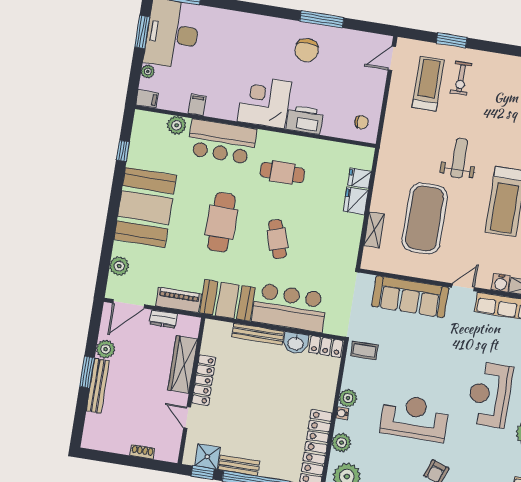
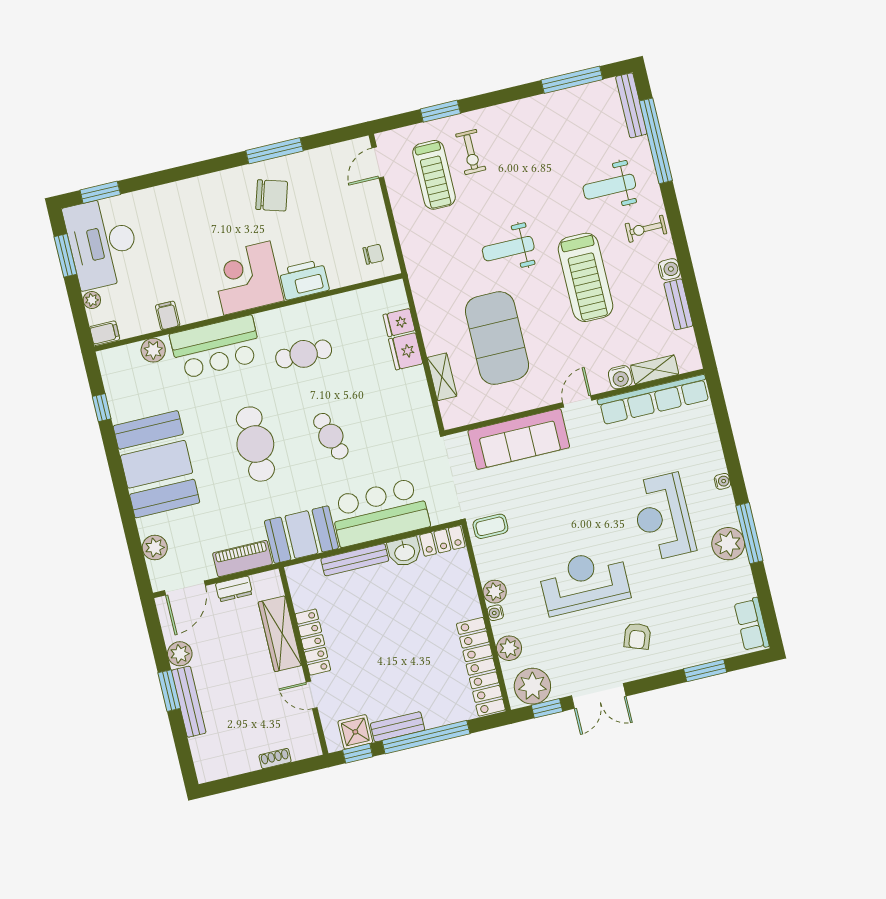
chair: (307, 50) -> (272, 195), turned -73
treadmill: (428, 84) -> (434, 175), turned 180
weight bench: (459, 158) -> (508, 249), turned -90

